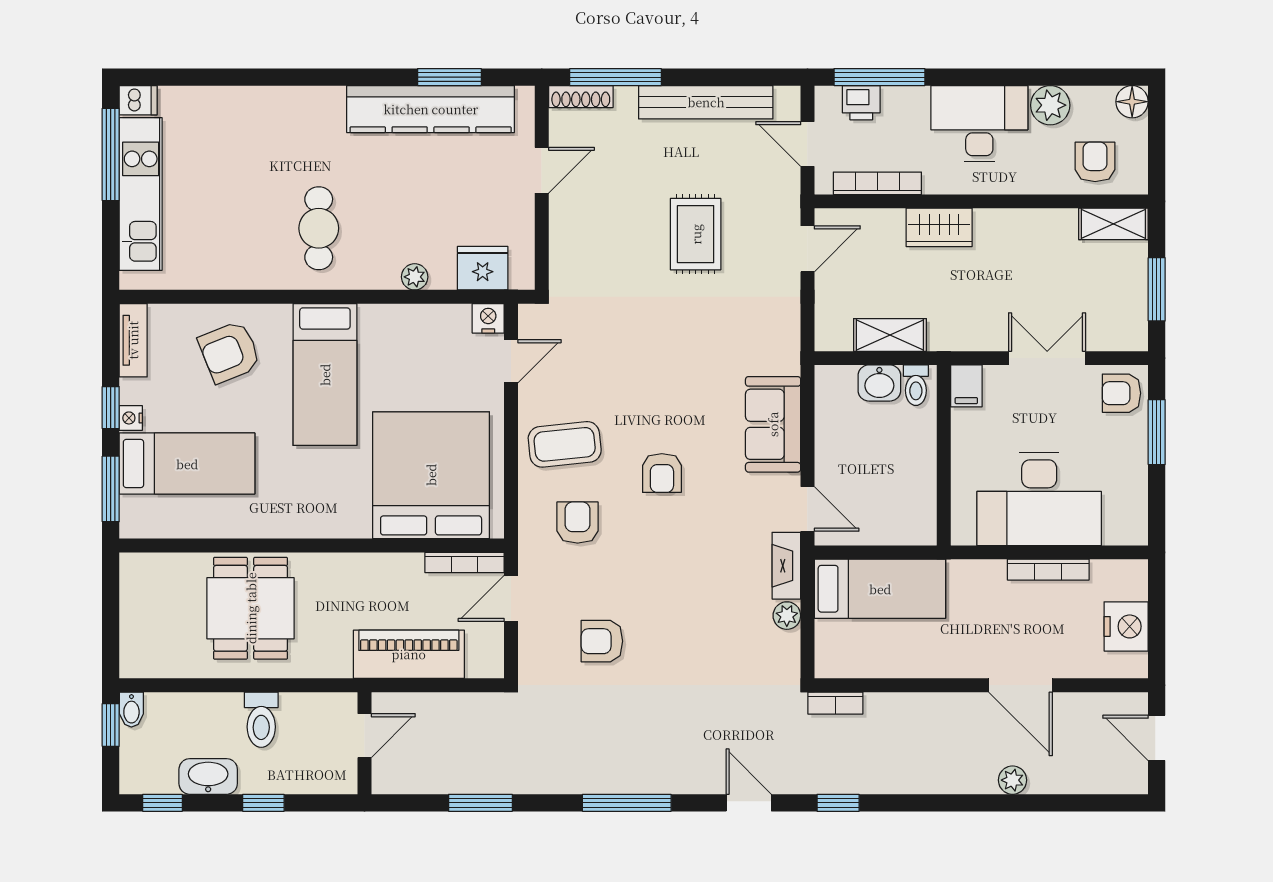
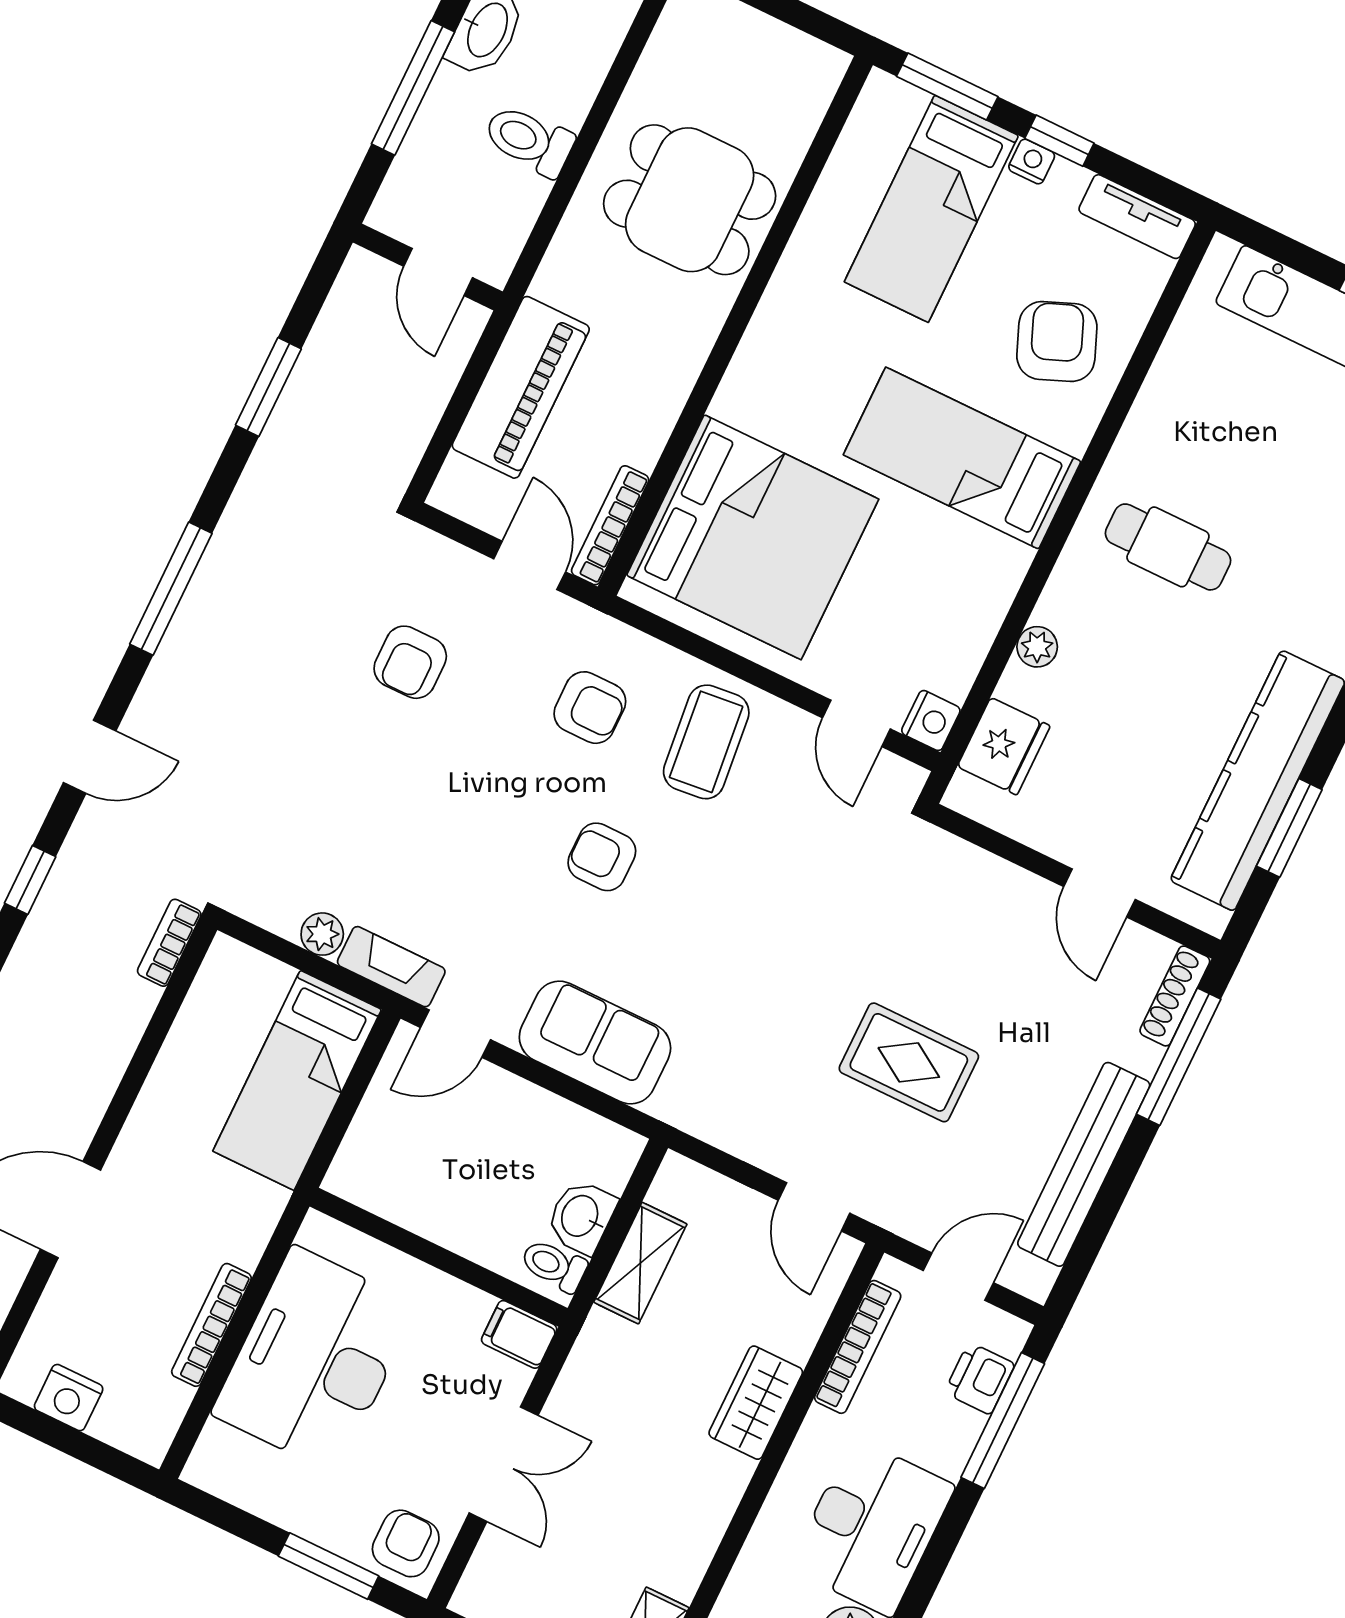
nightstand: (1126, 626) -> (69, 1398), width x0.74, depth x0.75
armchair: (602, 641) -> (410, 662), turned 180
window: (263, 803) -> (413, 88), width x2.17

